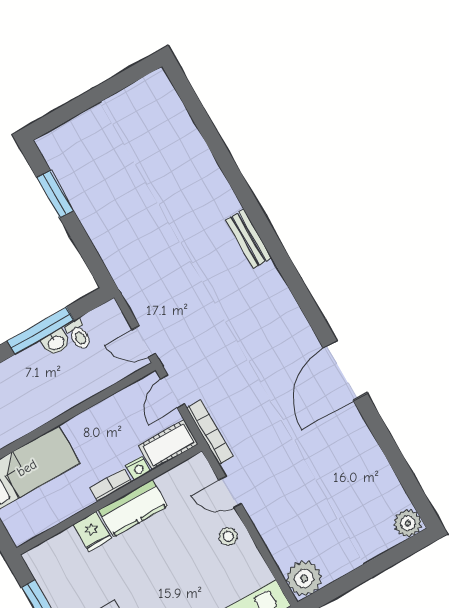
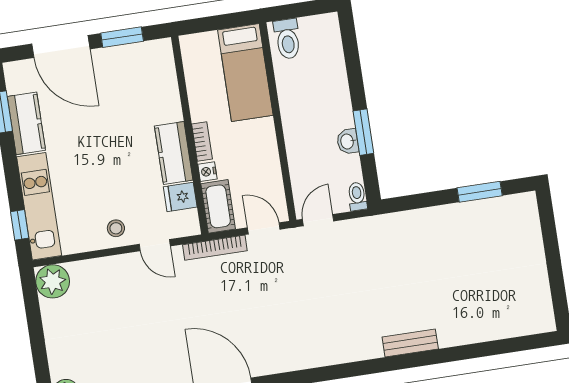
bench: (249, 239) -> (410, 343), moved
window: (41, 331) -> (363, 132), width x0.69
toilet: (78, 335) -> (357, 196), moved, turned 90
door: (230, 492) -> (155, 245), swing flipped
fridge: (92, 532) -> (180, 197), moved

